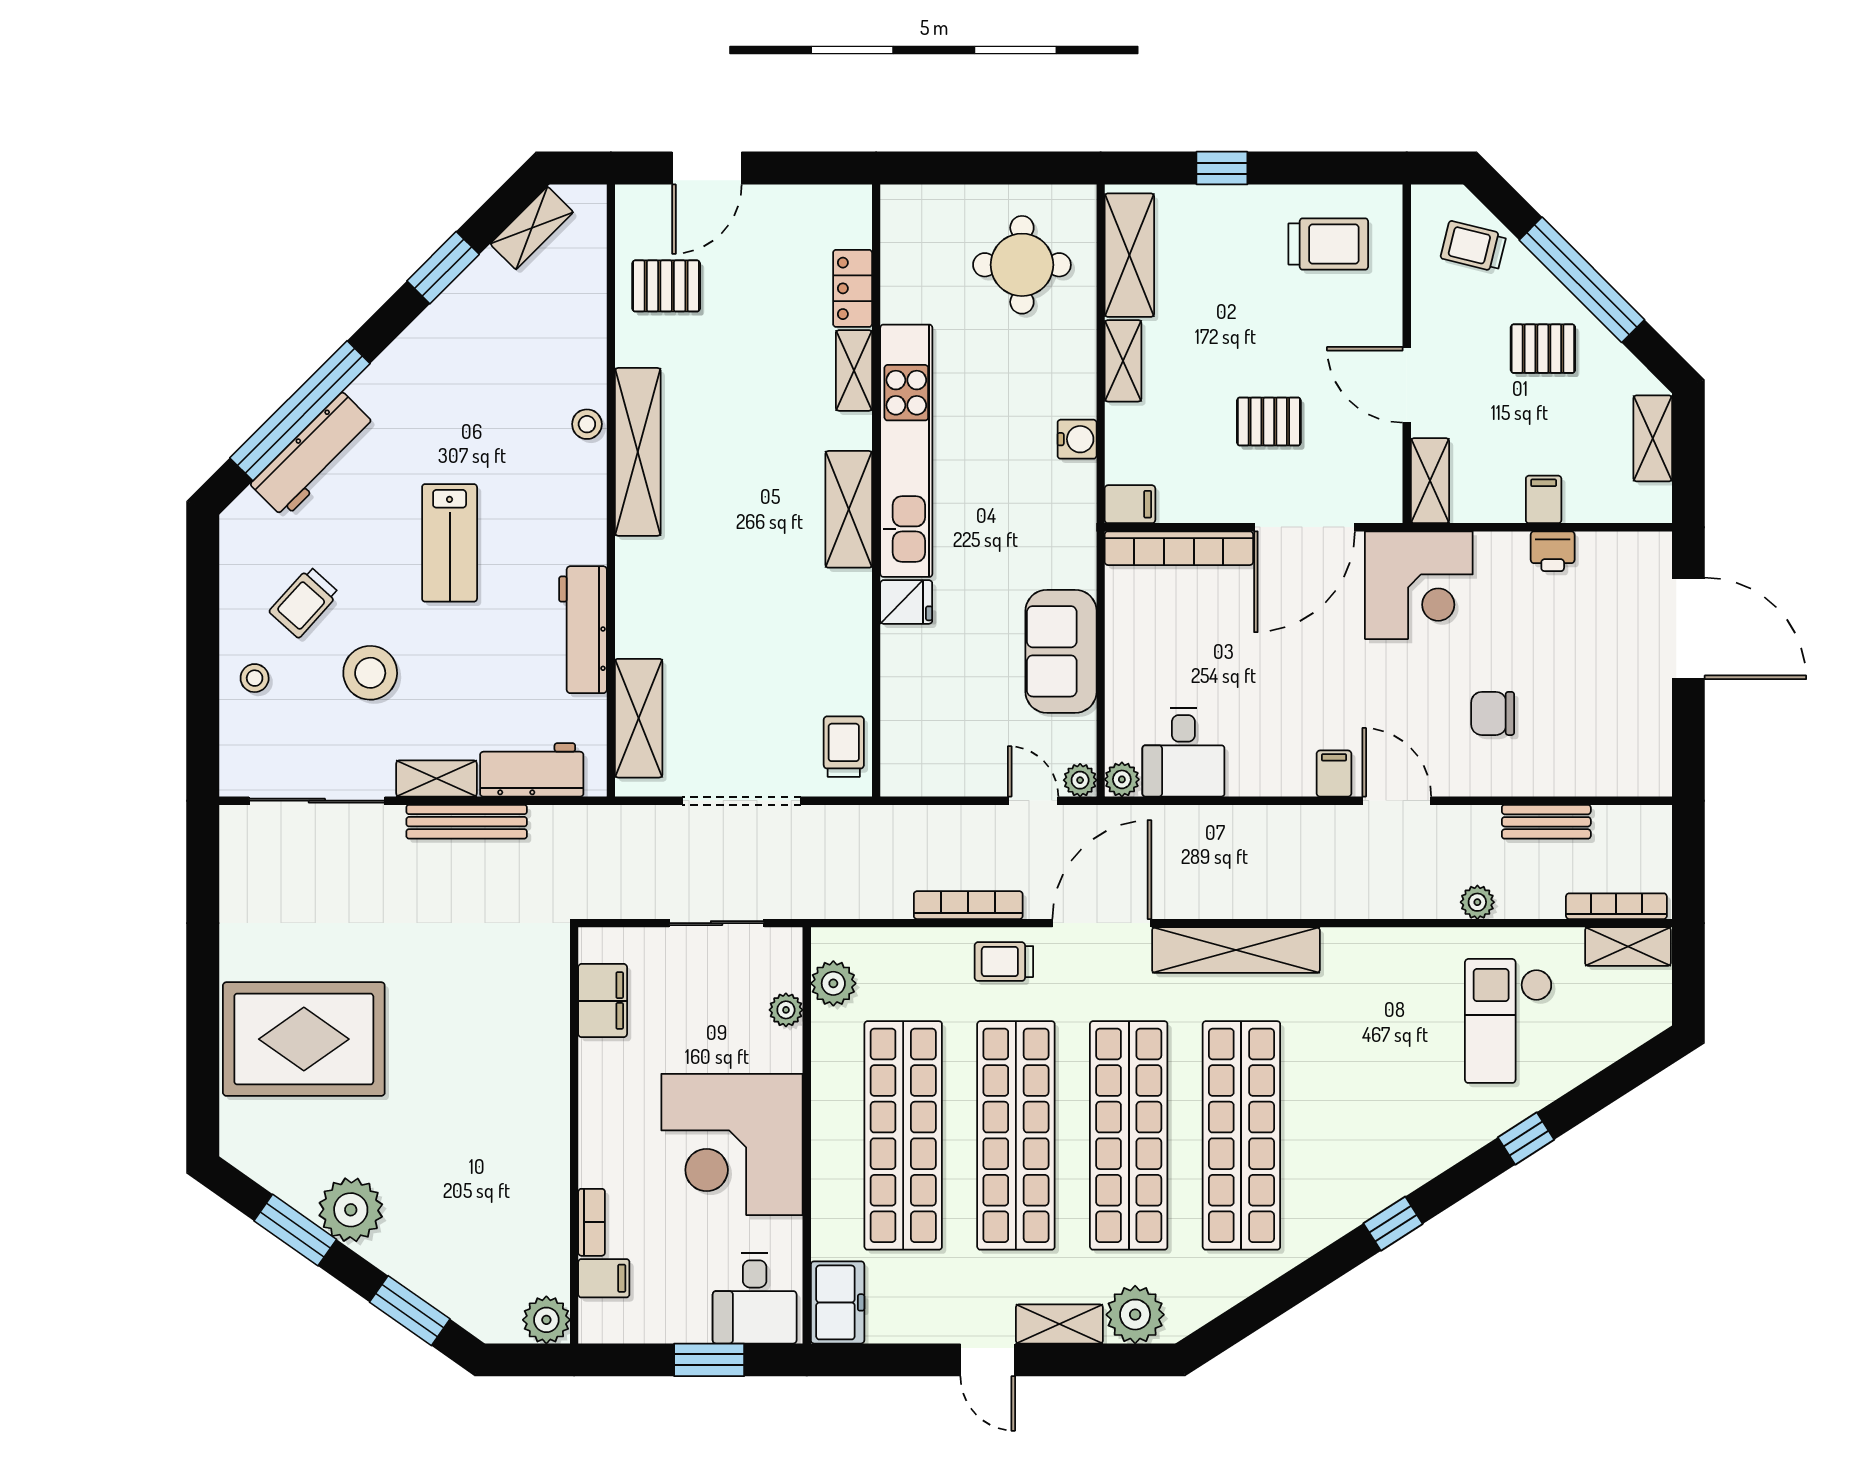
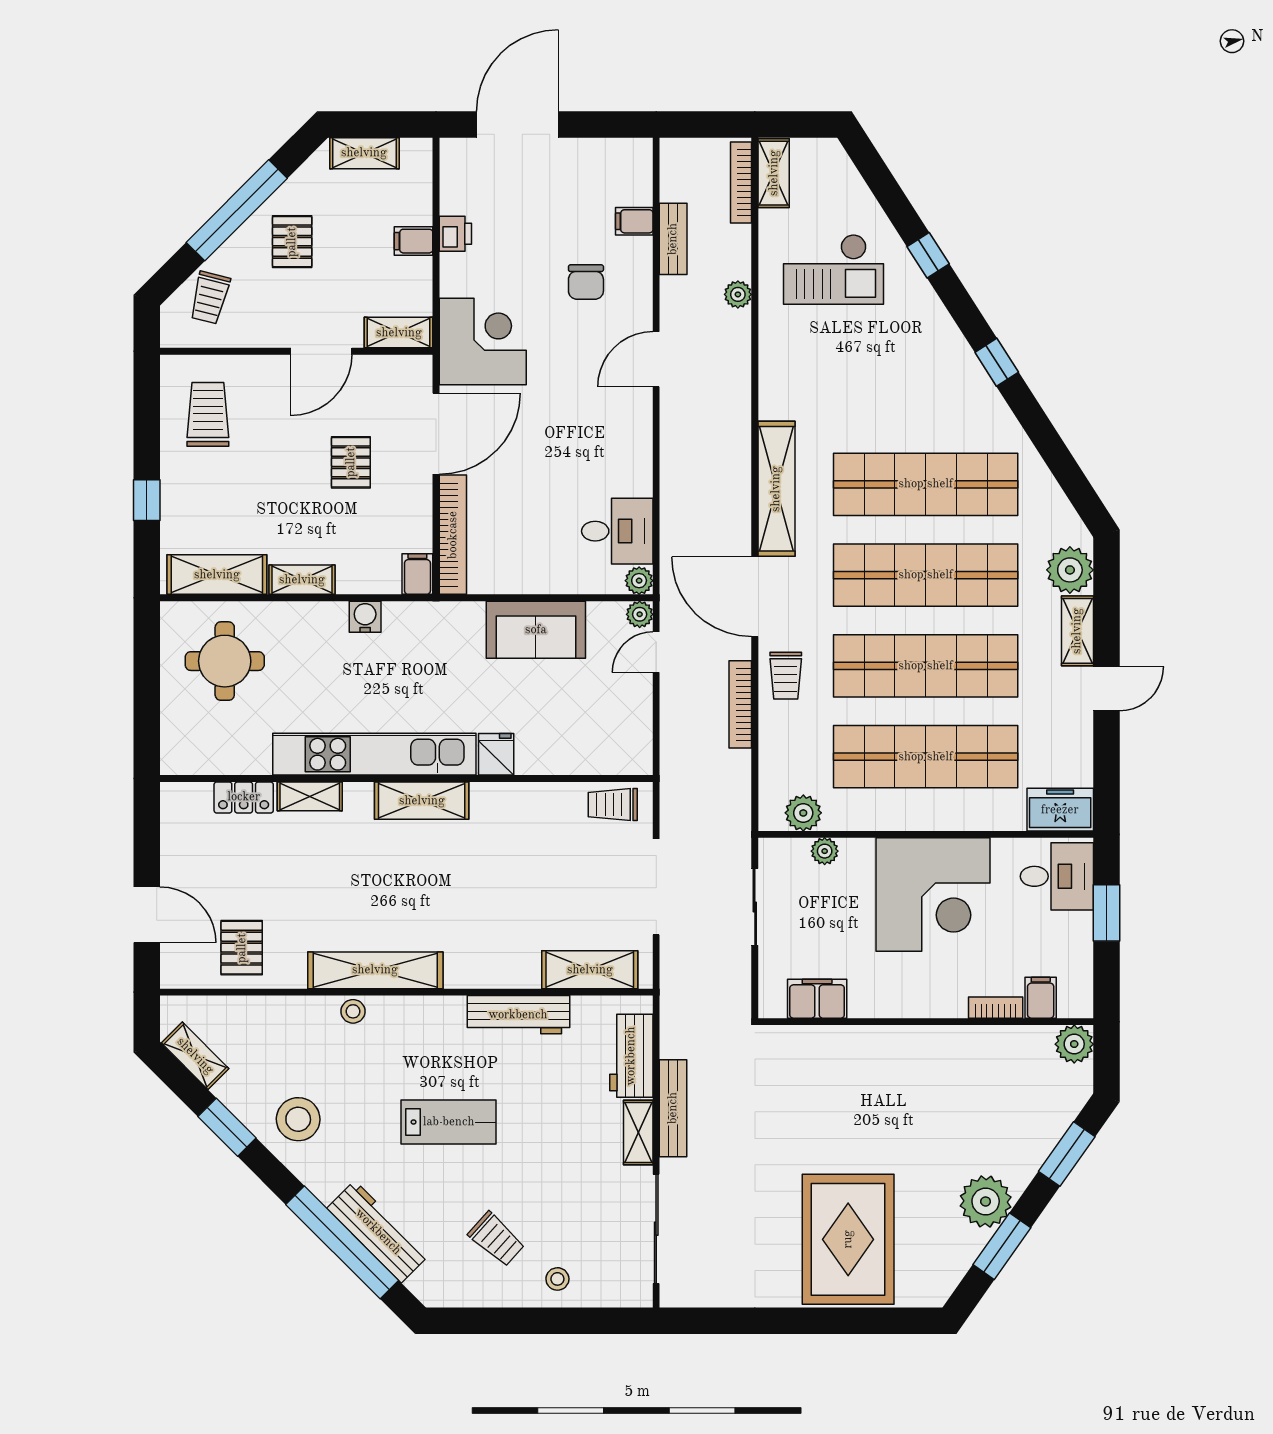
door: (1304, 527) -> (436, 434), hinge flipped
stool: (370, 673) -> (298, 1119), moved
filing cabinet: (1334, 774) -> (634, 221), moved

